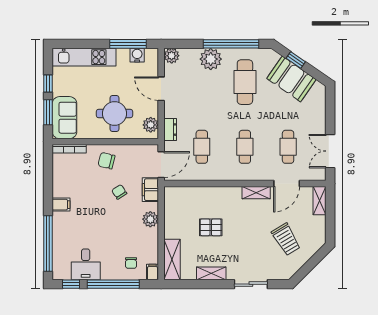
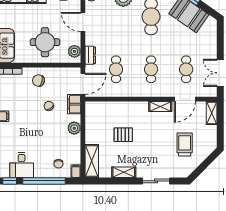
trolley: (286, 239) -> (185, 145), turned -149

